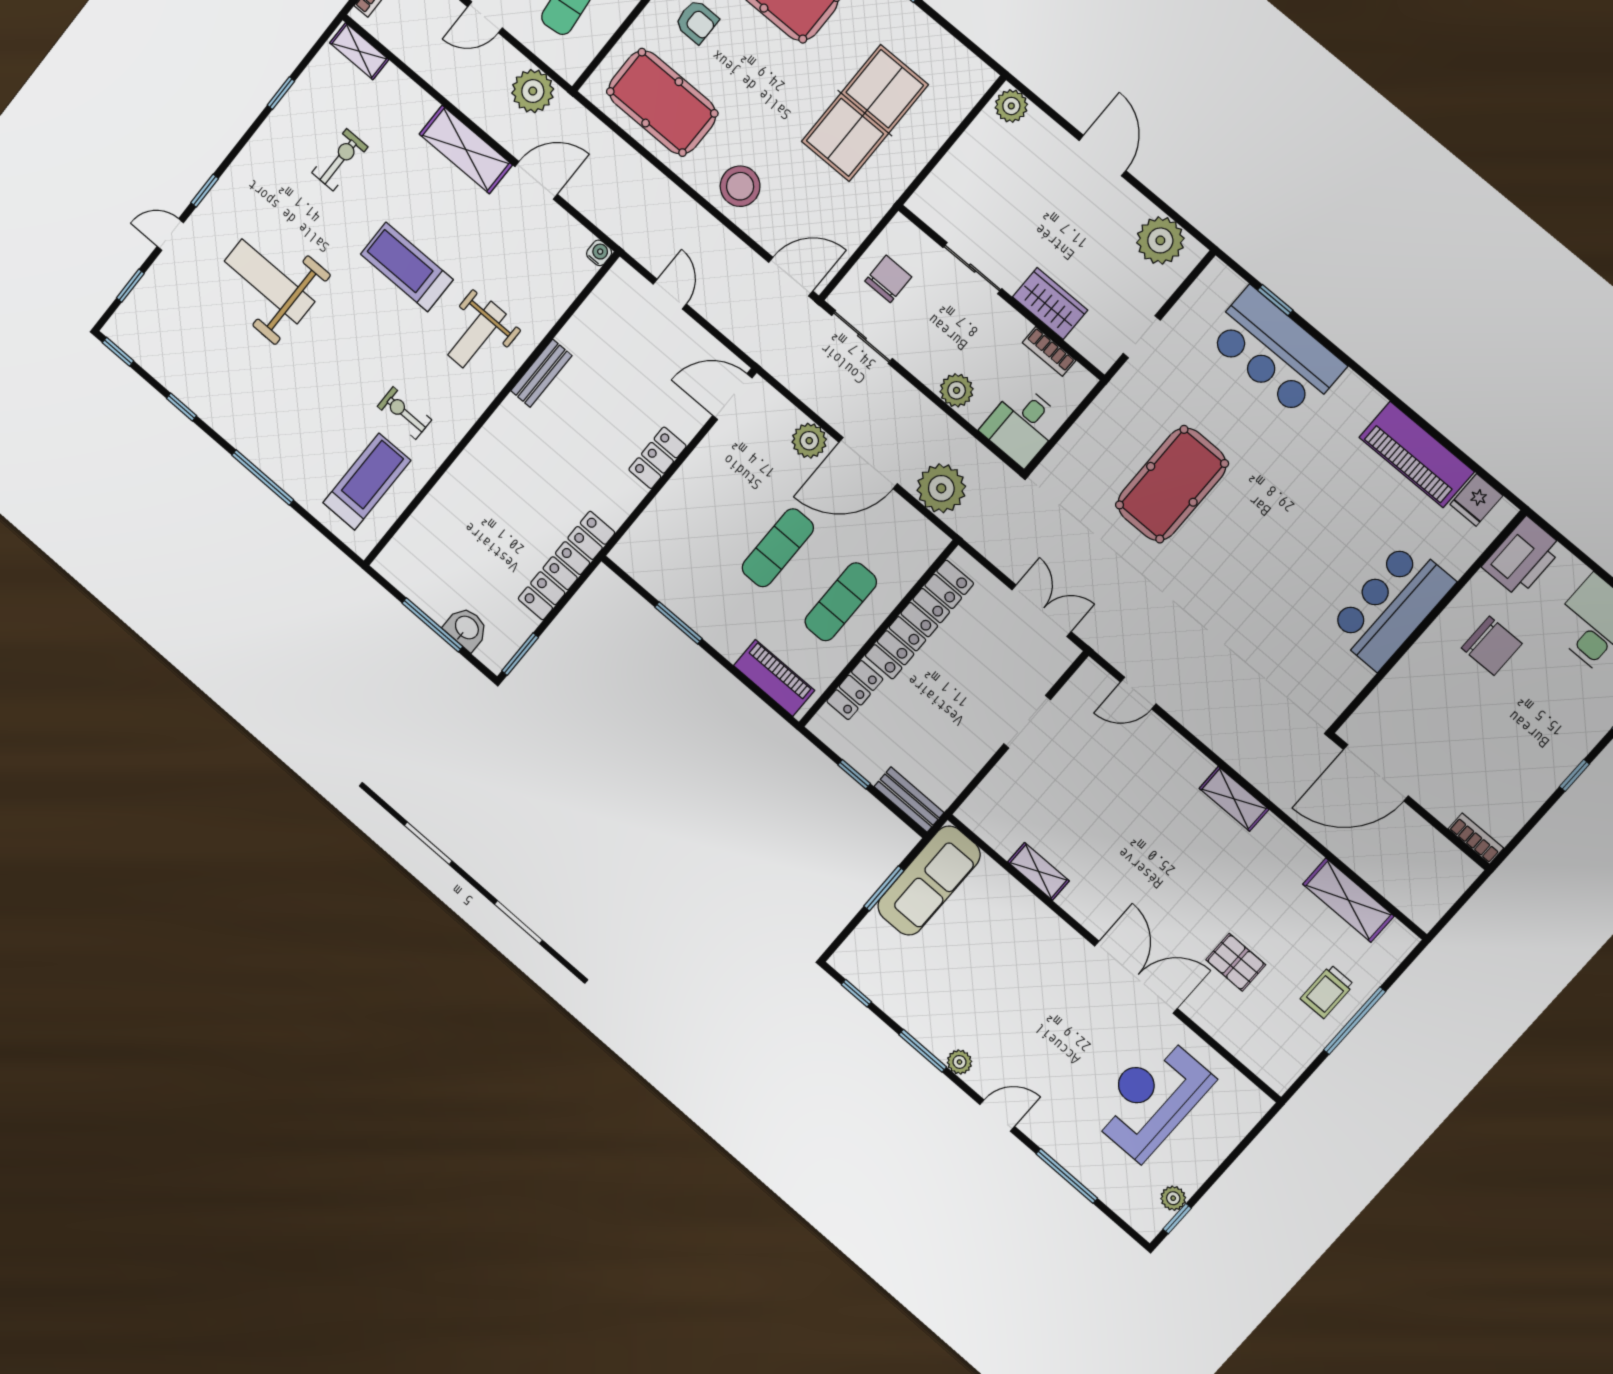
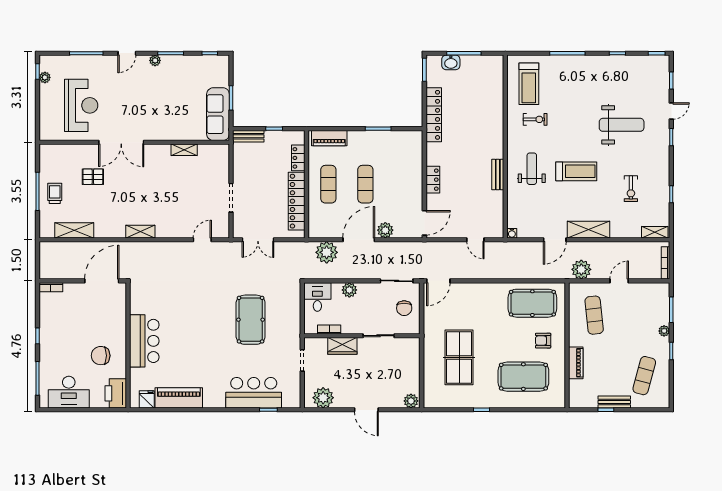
stool: (740, 186) -> (481, 297), removed

